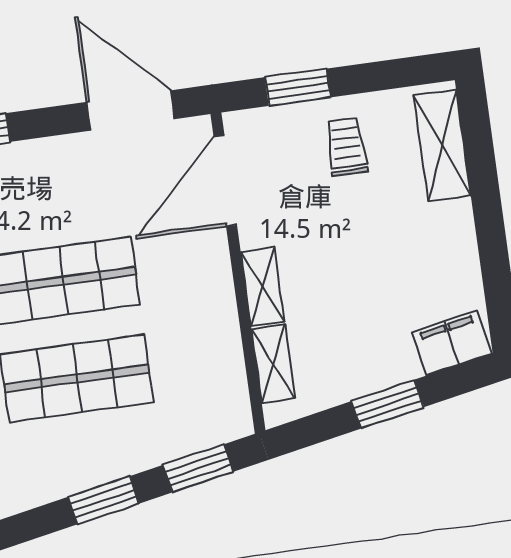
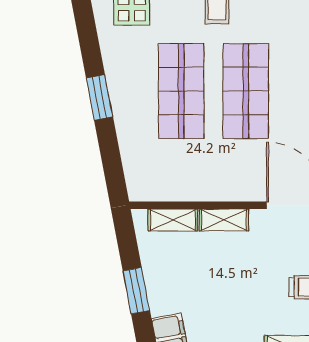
window: (198, 468) -> (112, 162), removed

